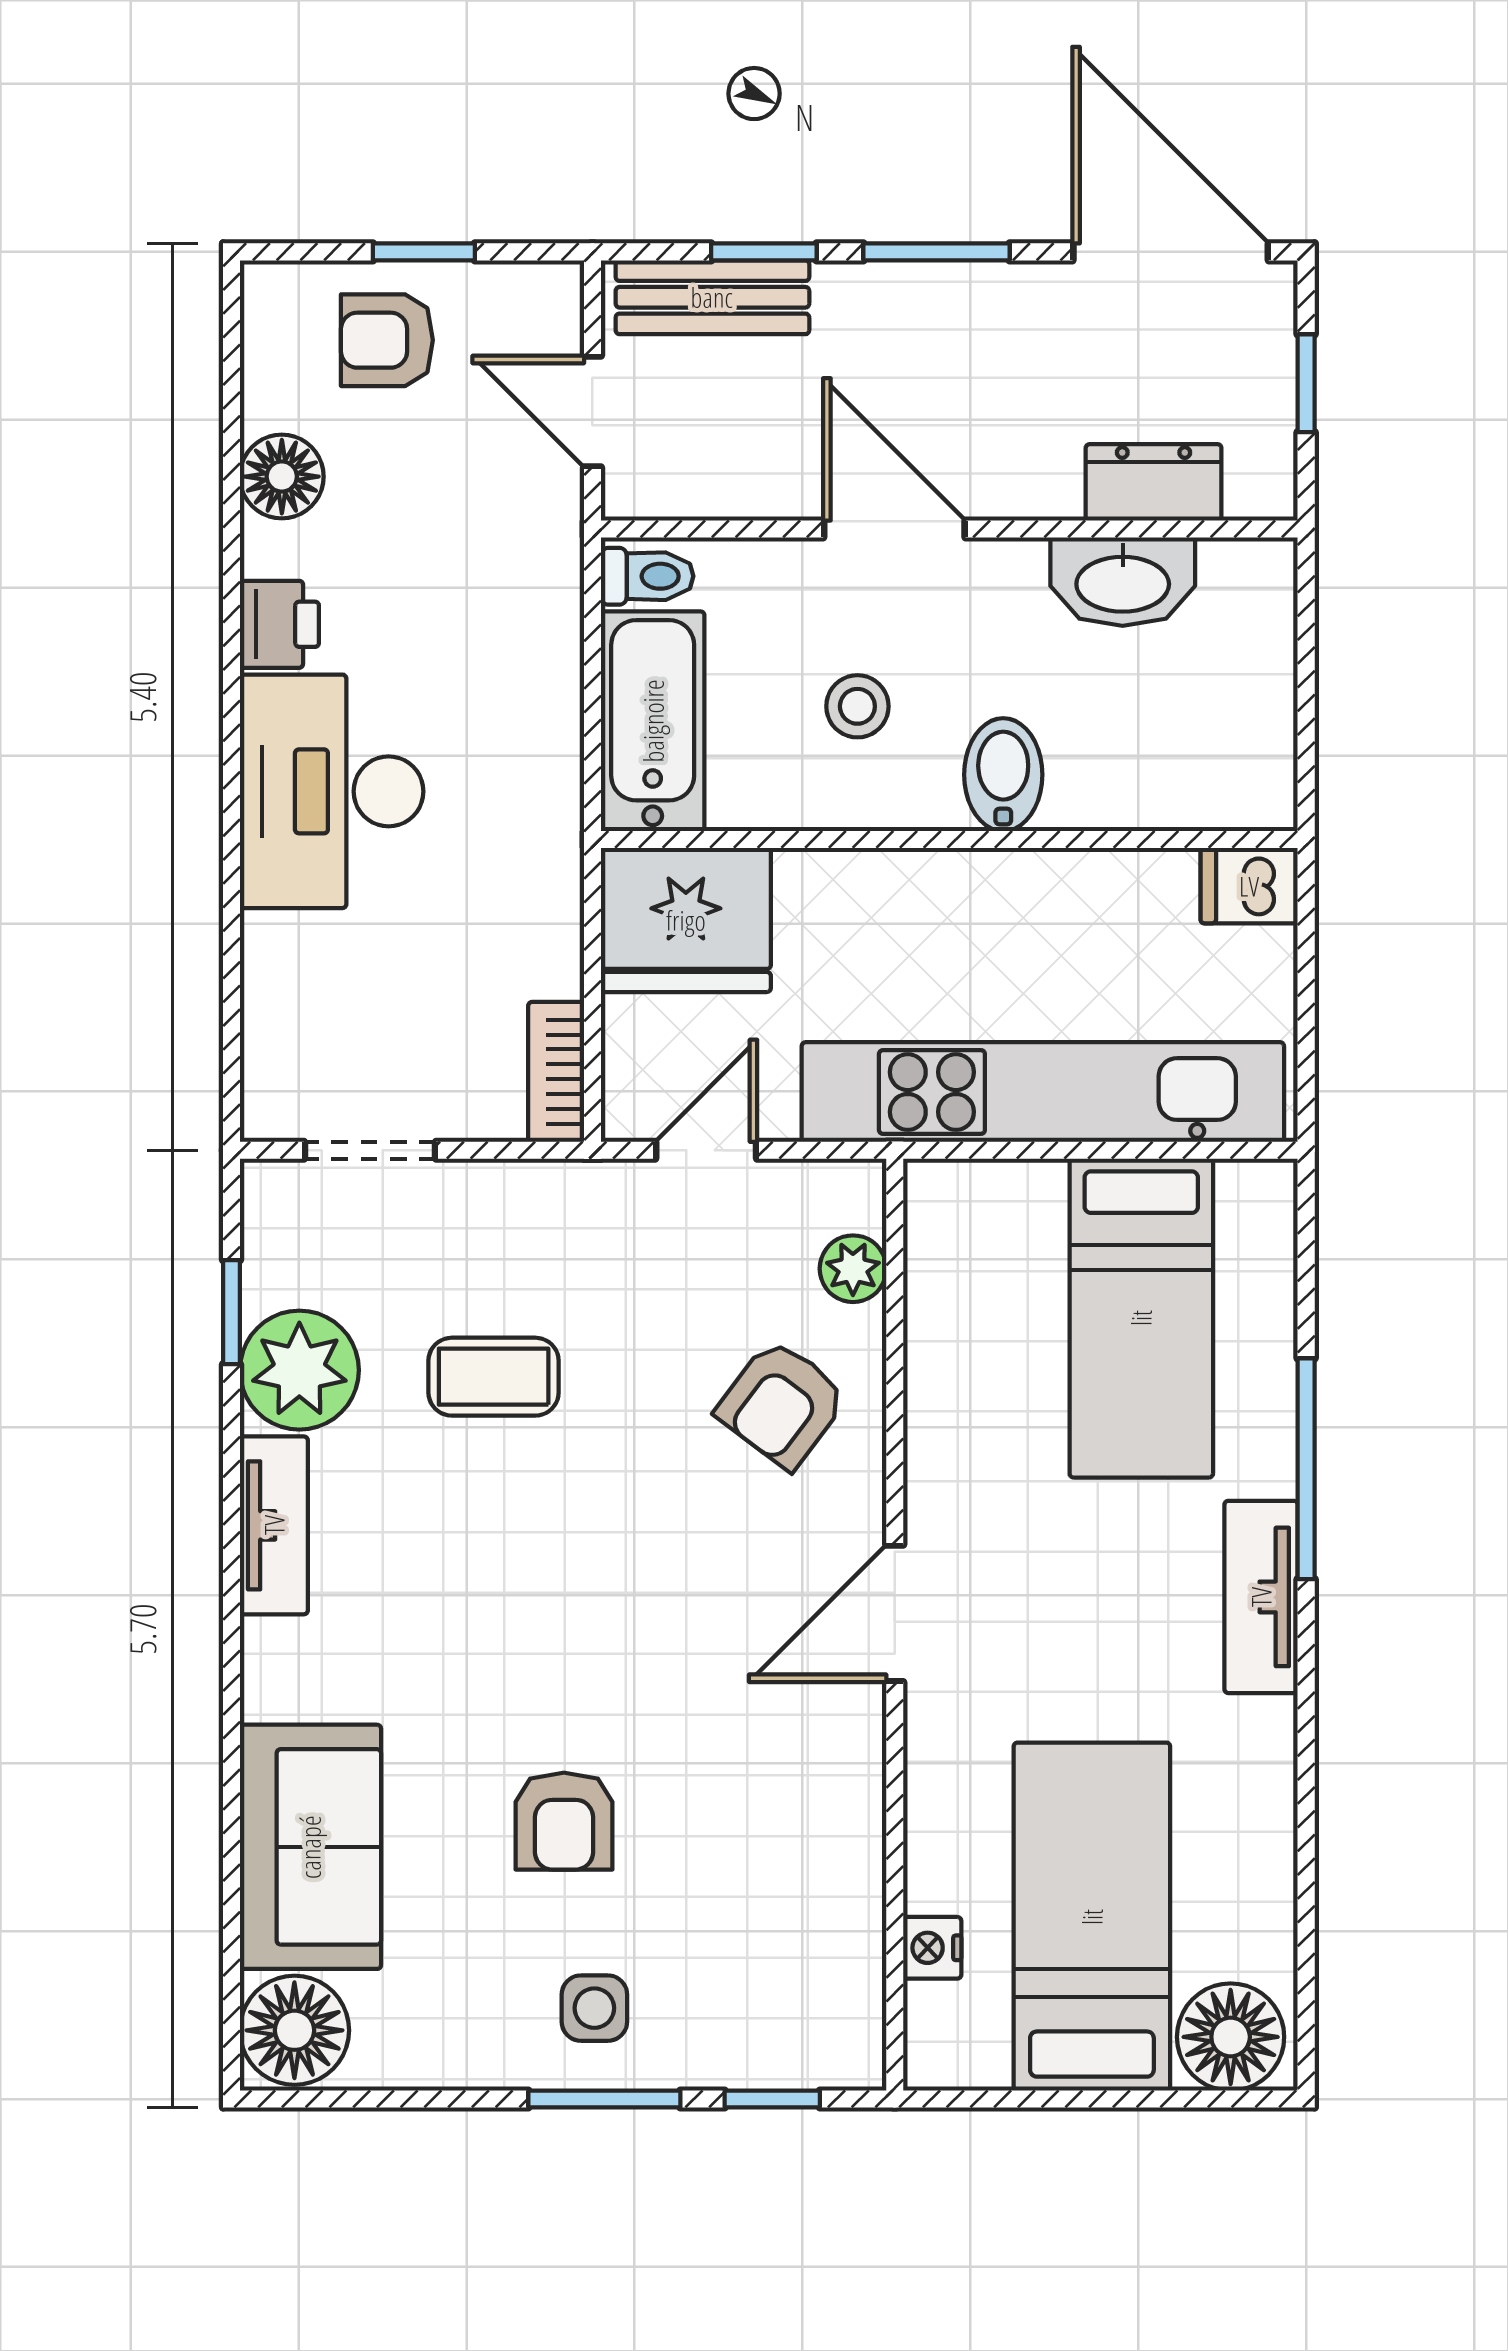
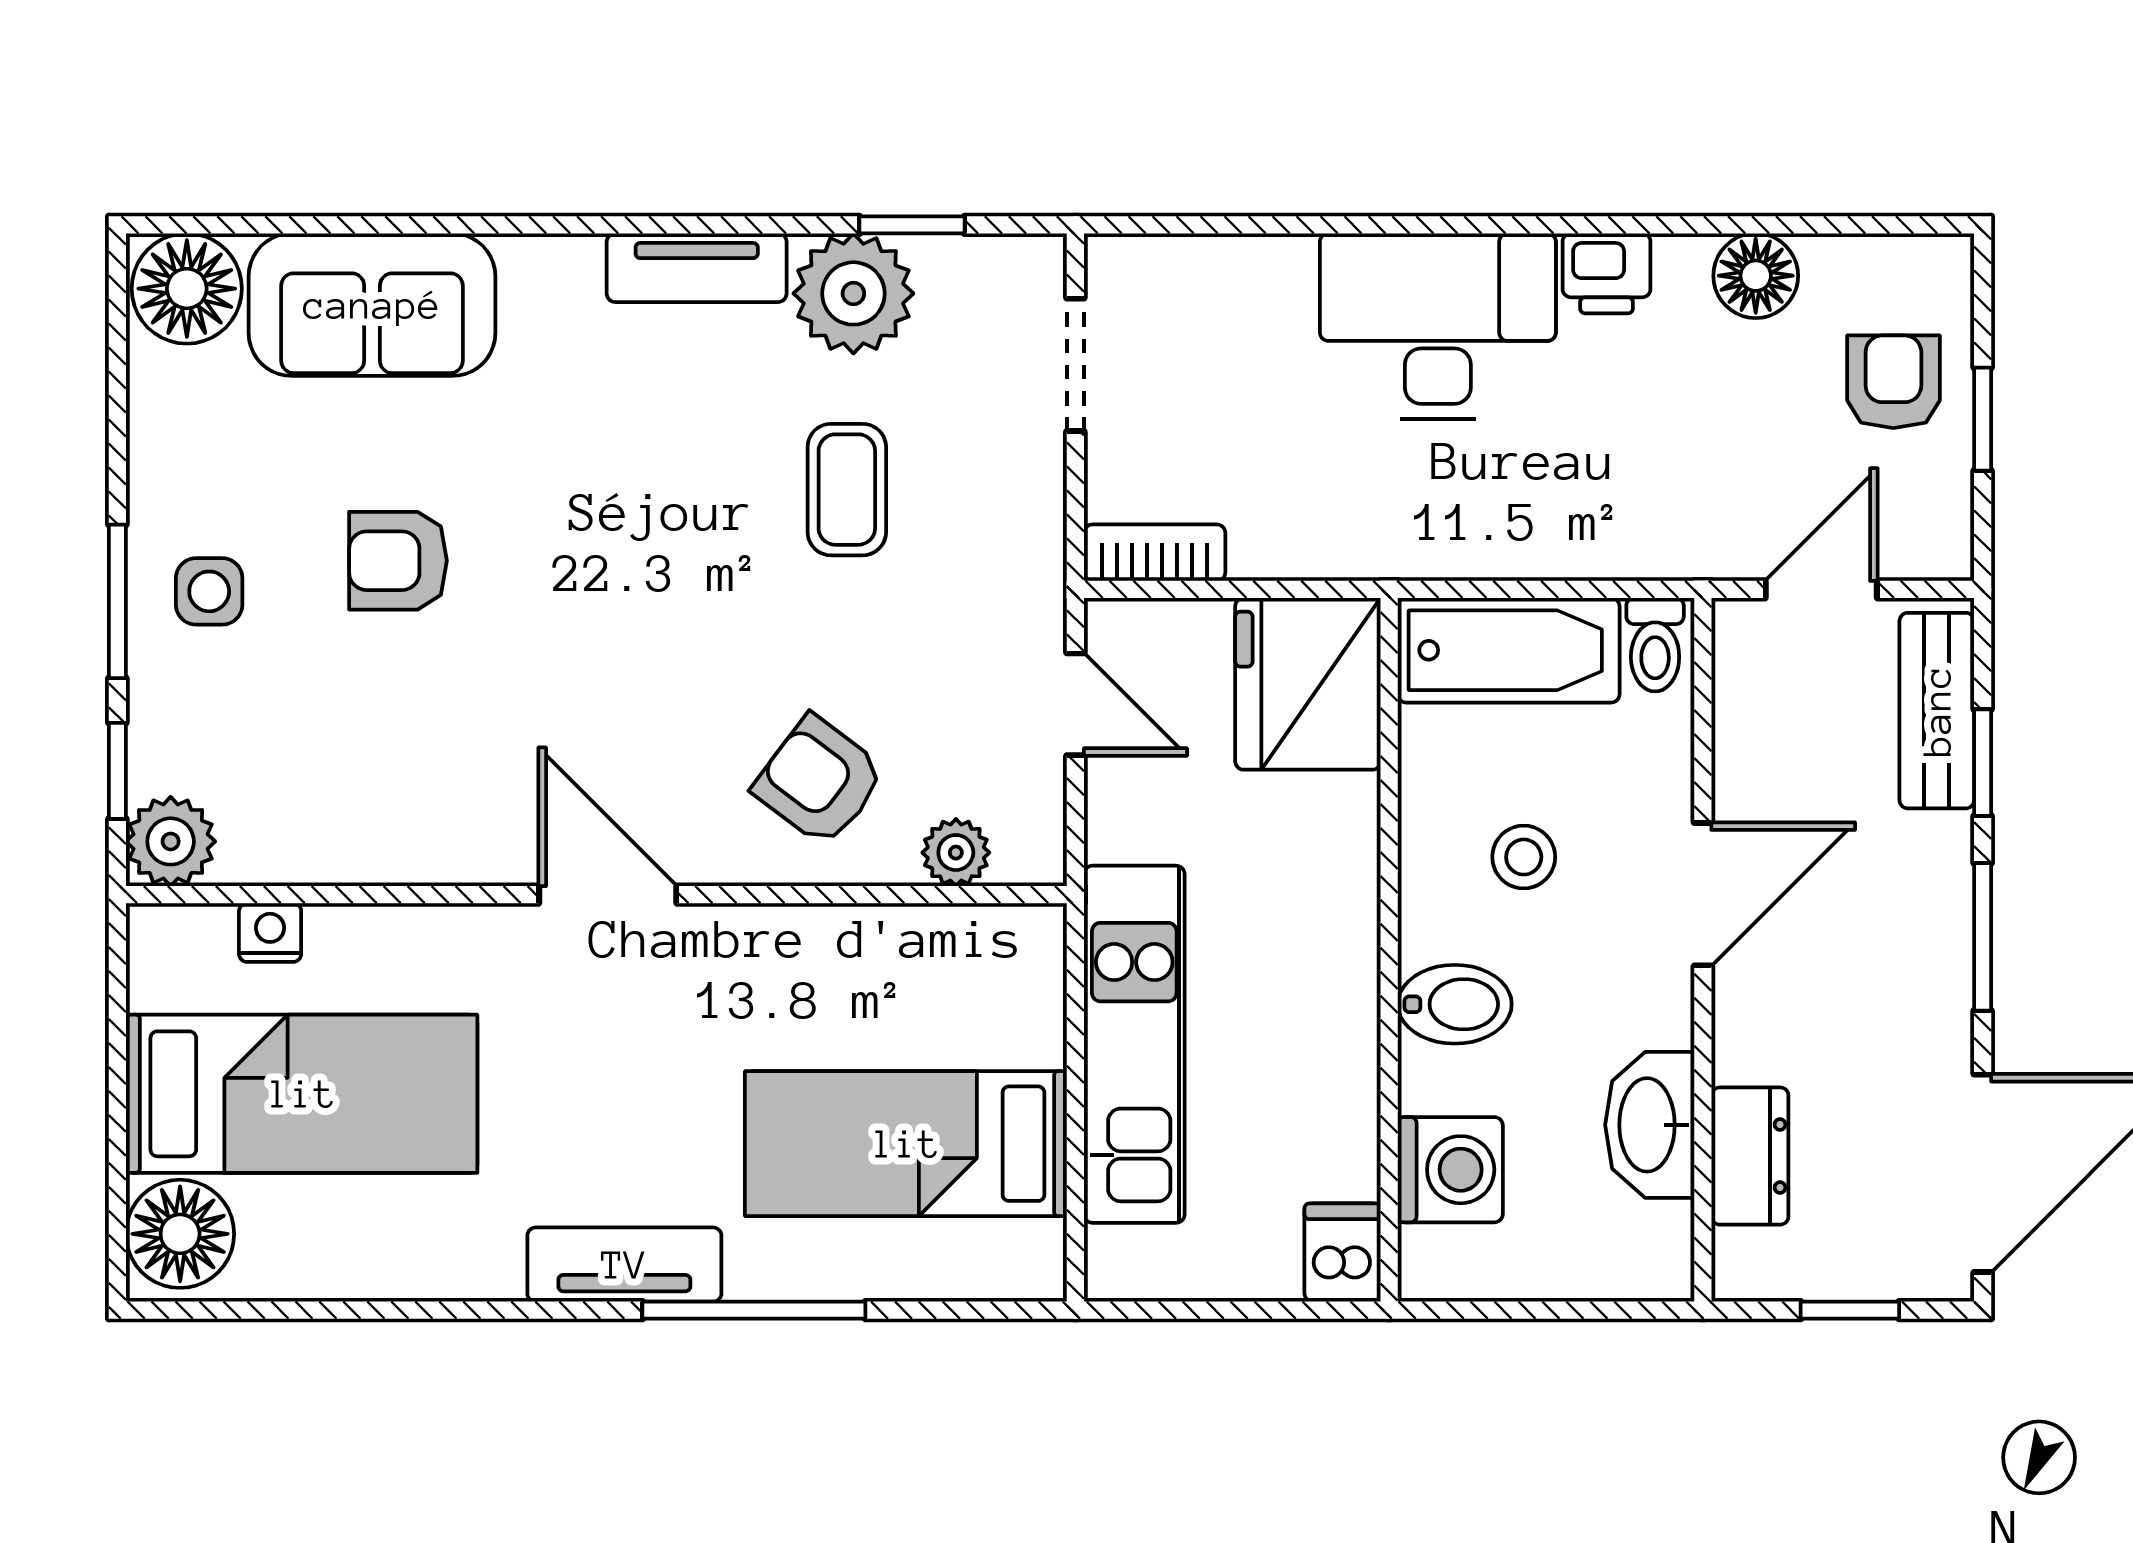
washing machine: (1167, 779) -> (1450, 1170), added
kitchen unit: (1043, 1092) -> (1134, 1044), width x0.73
plant: (842, 2046) -> (171, 841), added

